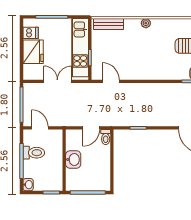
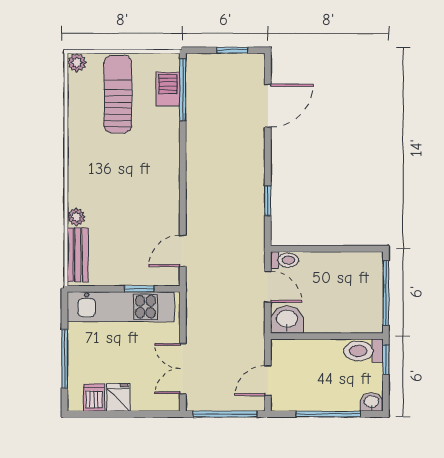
plant: (146, 23) -> (76, 217), moved
fridge: (33, 52) -> (118, 397), width x0.53, depth x0.75
double door: (57, 81) -> (183, 369), moved
toilet: (34, 153) -> (363, 351), moved, turned -90
washbasin: (73, 159) -> (287, 319), moved

